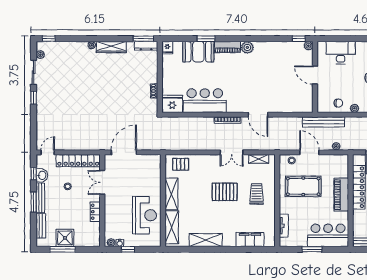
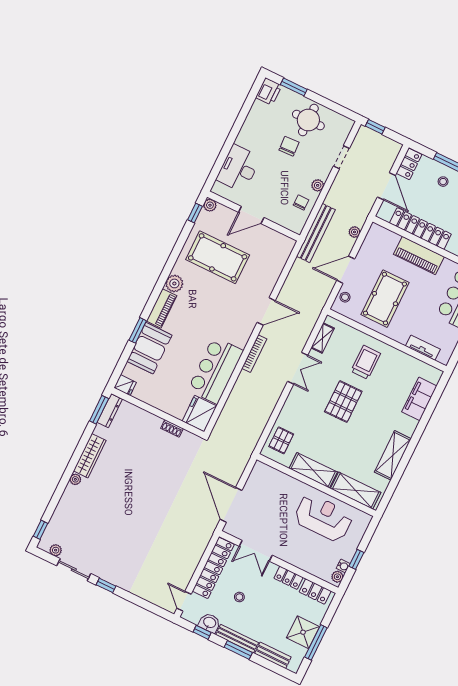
pool table: (277, 67) -> (218, 257), added
trolley: (257, 194) -> (366, 362), turned 90
locker: (95, 233) -> (315, 591), added

